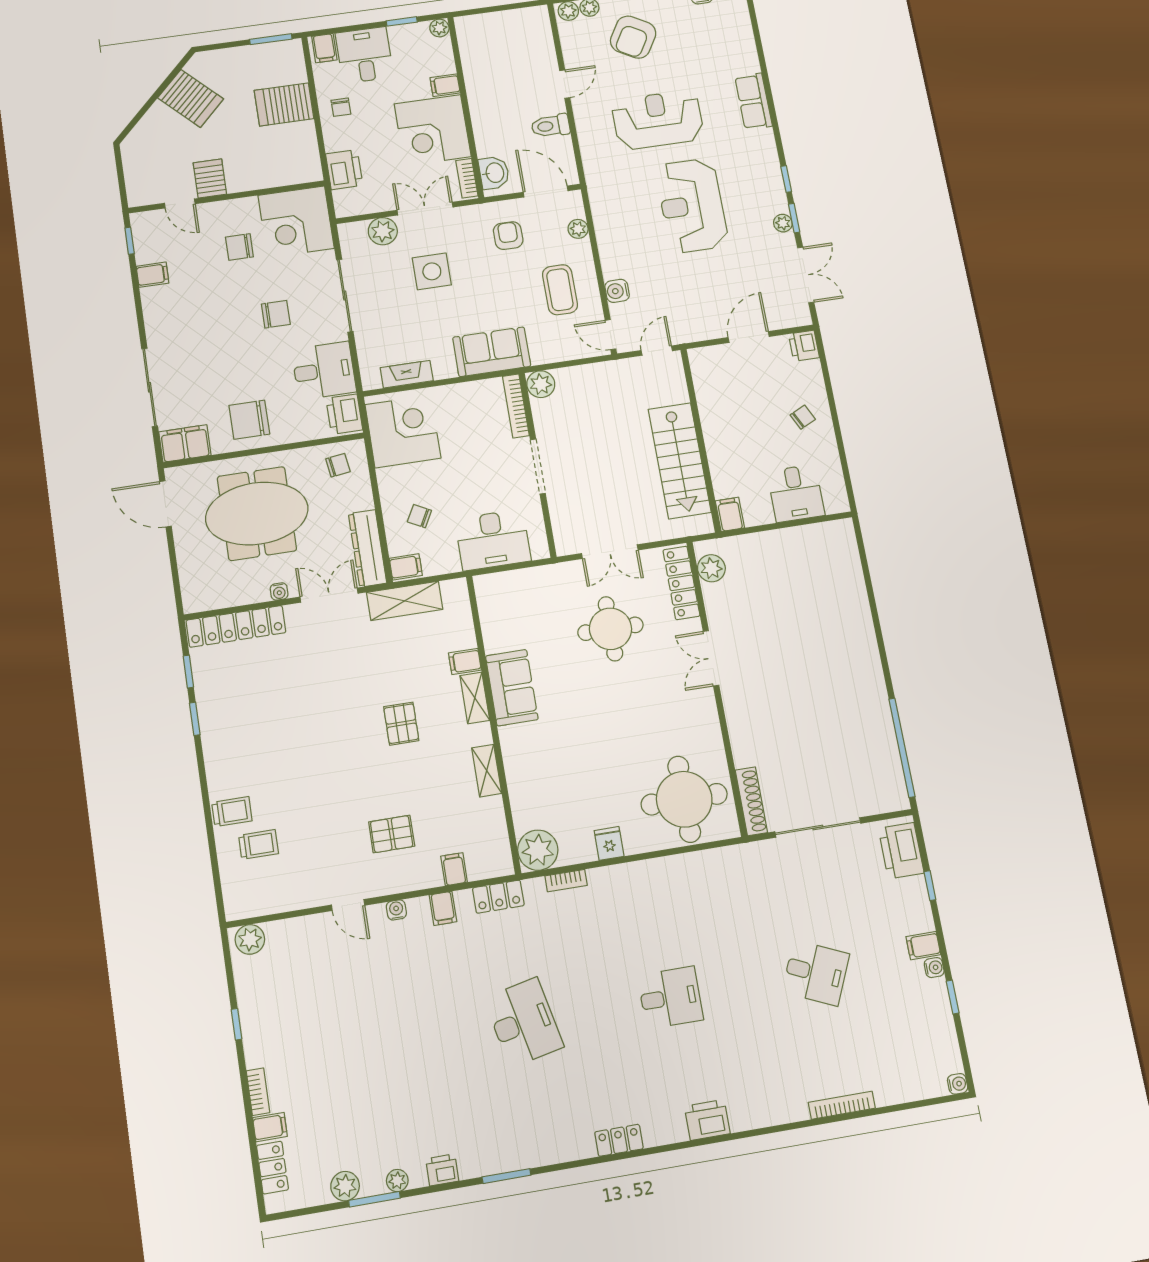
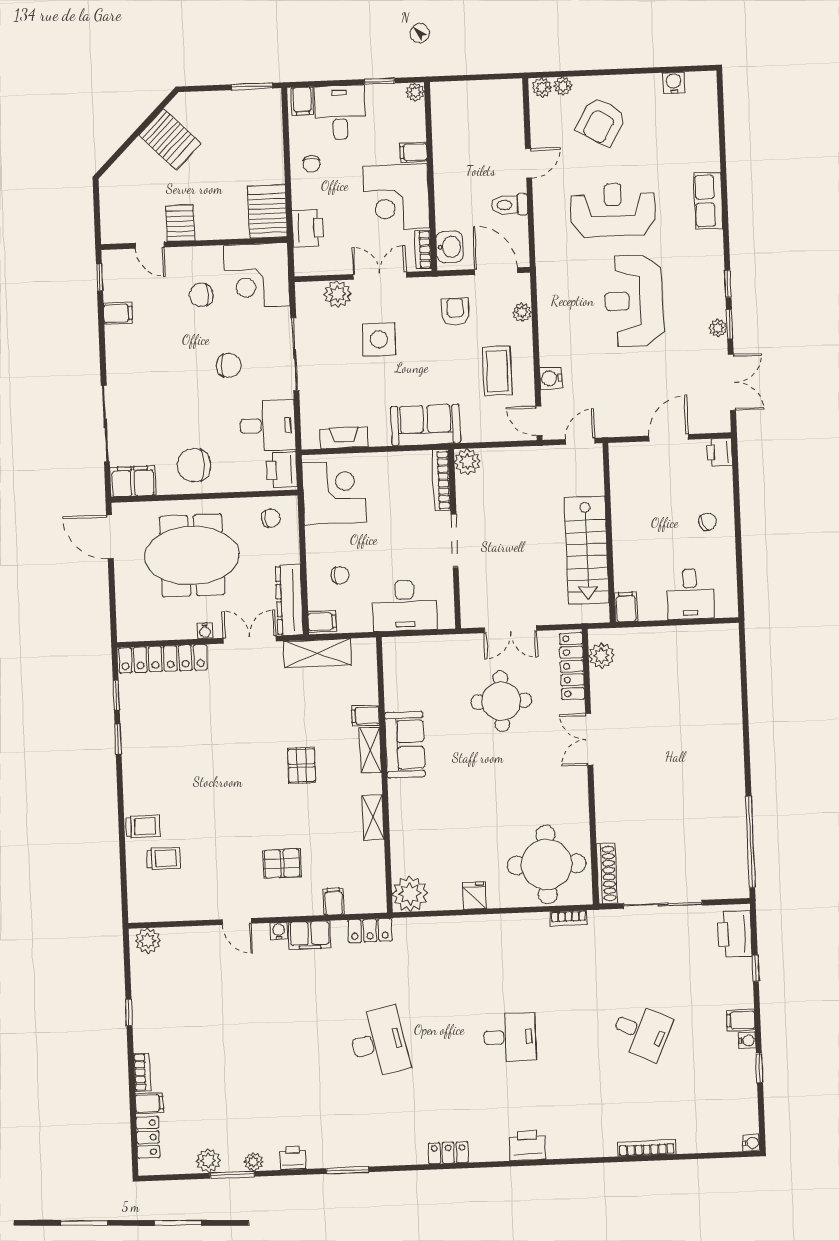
server rack: (284, 104) -> (267, 211), moved, turned 90
chair: (419, 516) -> (340, 575), turned 152
bookcase: (566, 881) -> (569, 918), moved
filing cabinet: (443, 908) -> (310, 935), width x2.00

